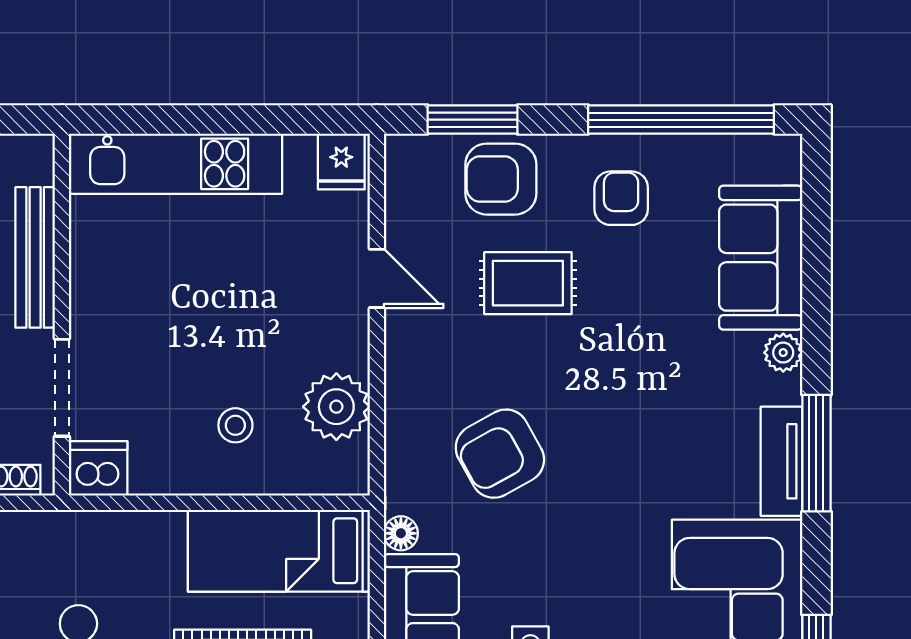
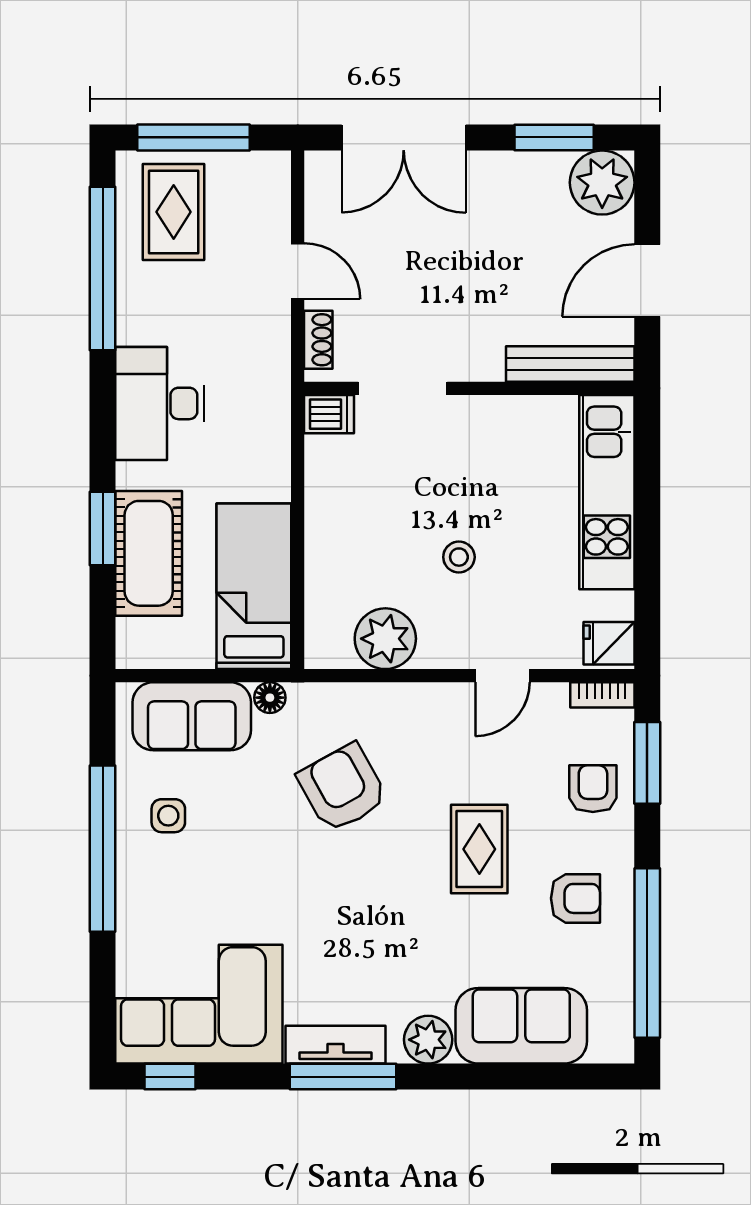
bookcase: (398, 169) -> (602, 695), added
armchair: (501, 179) -> (593, 789), width x0.72, depth x0.72
bench: (35, 257) -> (570, 364), moved
rug: (528, 283) -> (479, 849), moved
plant: (783, 353) -> (428, 1040), width x1.38, depth x1.38
stool: (235, 425) -> (459, 557), moved
dishwasher: (98, 468) -> (329, 414), width x0.73

